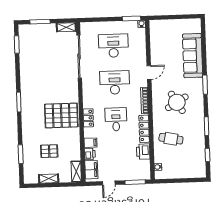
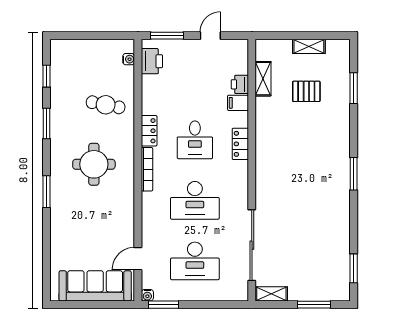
sofa: (193, 56) -> (95, 286), moved, turned -90
door: (149, 73) -> (138, 259), moved
round table: (177, 102) -> (94, 164), turned 31
pallet: (61, 116) -> (284, 149), removed
locker: (144, 129) -> (149, 131), width x0.66
printer: (143, 152) -> (152, 61), moved
filing cabinet: (91, 170) -> (238, 59), removed
shelving: (76, 172) -> (263, 79), moved

